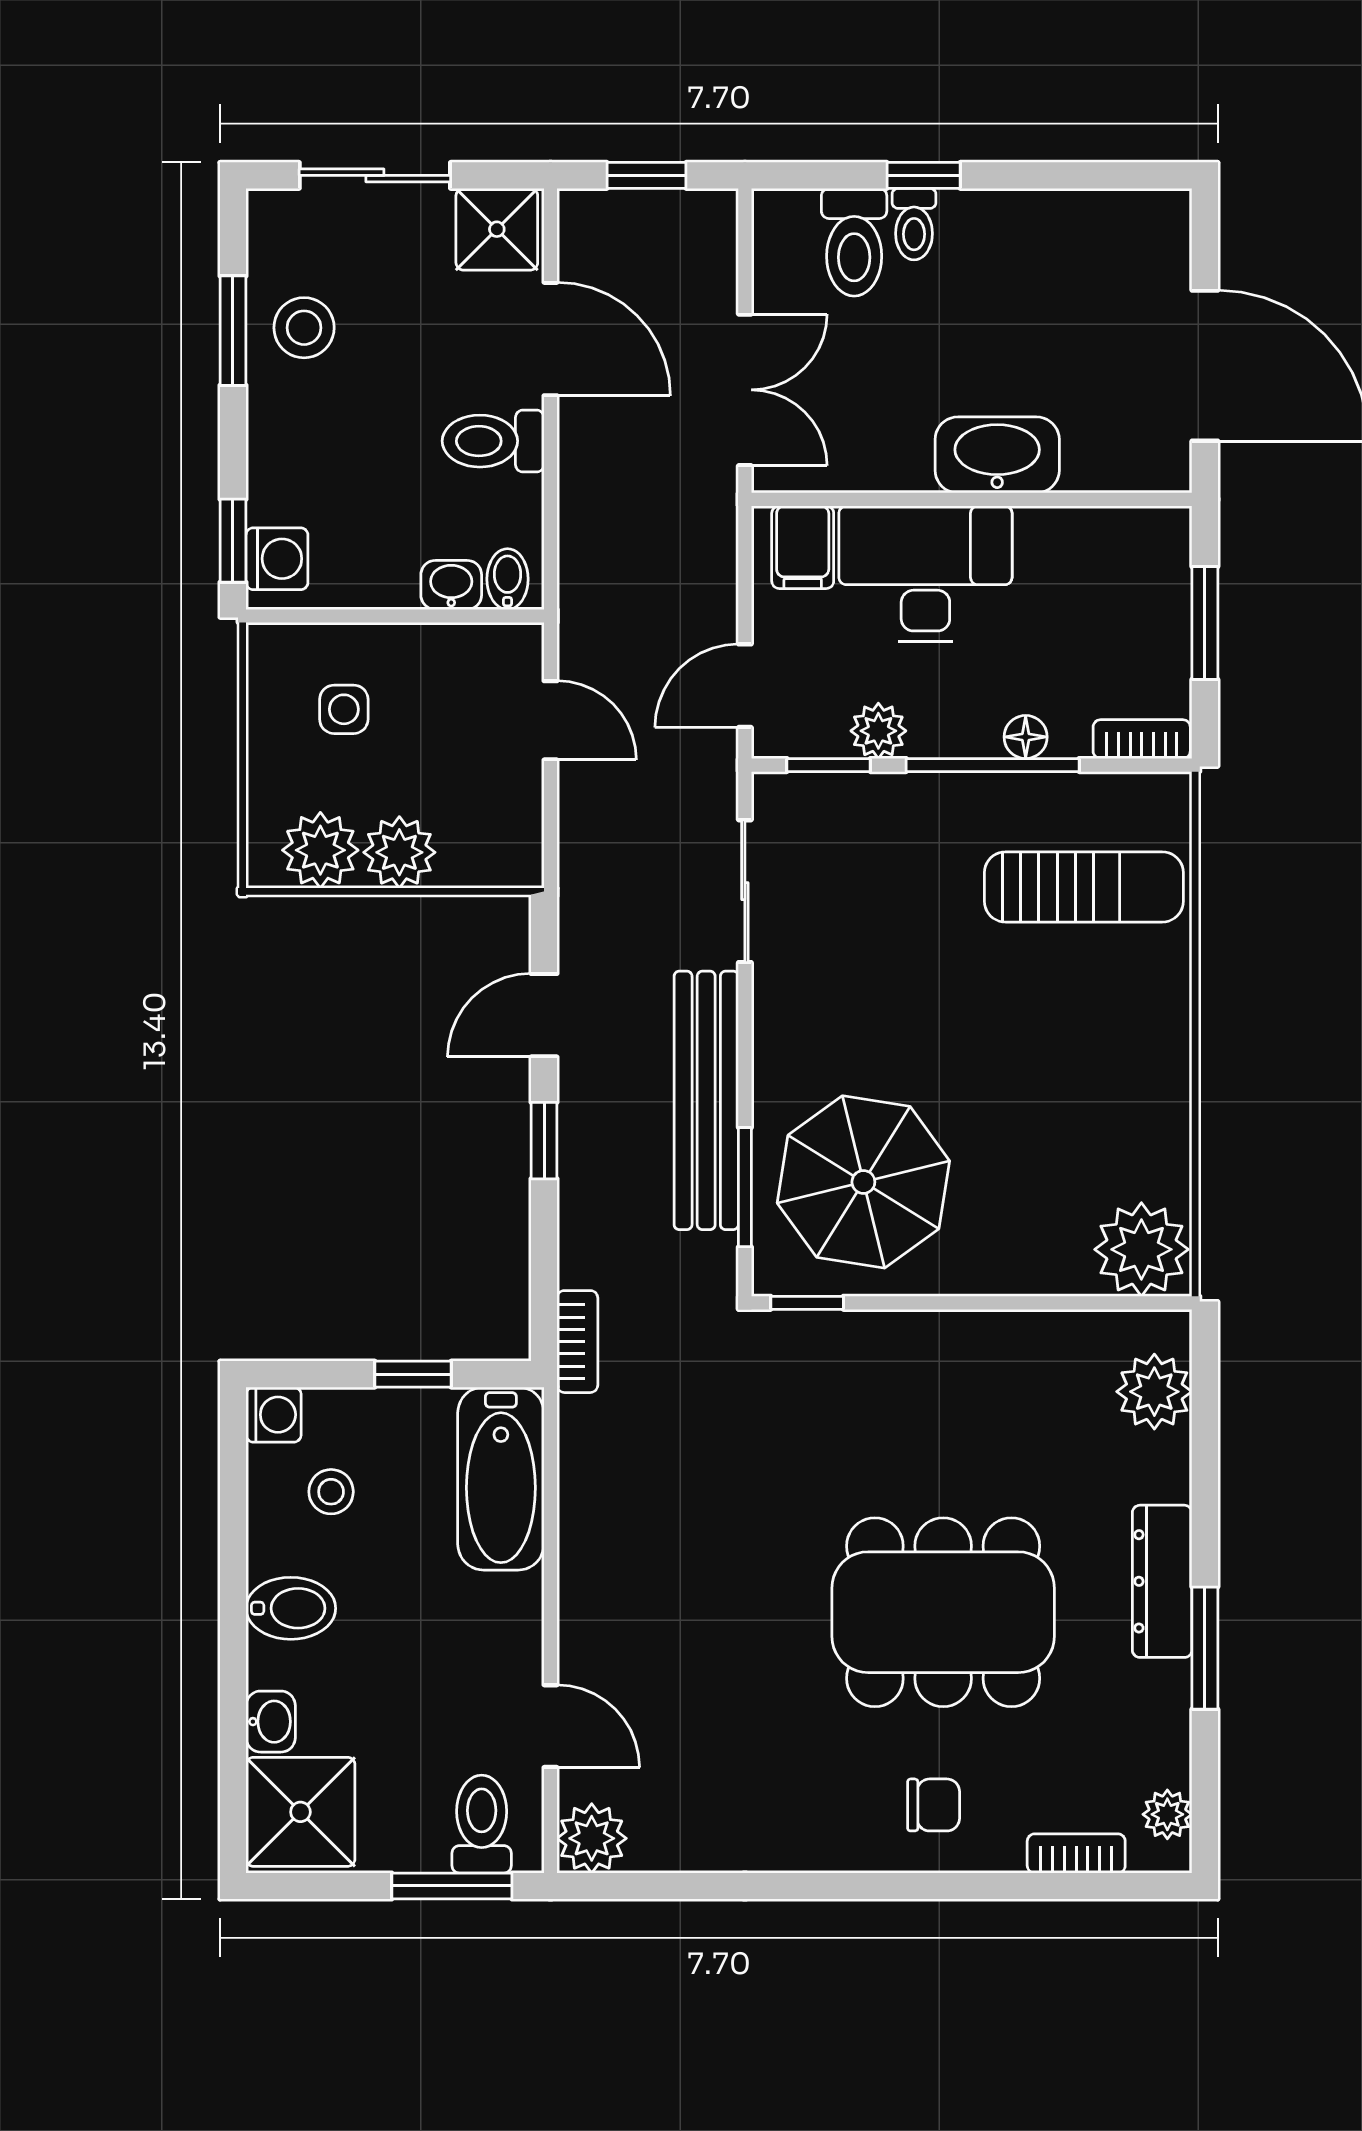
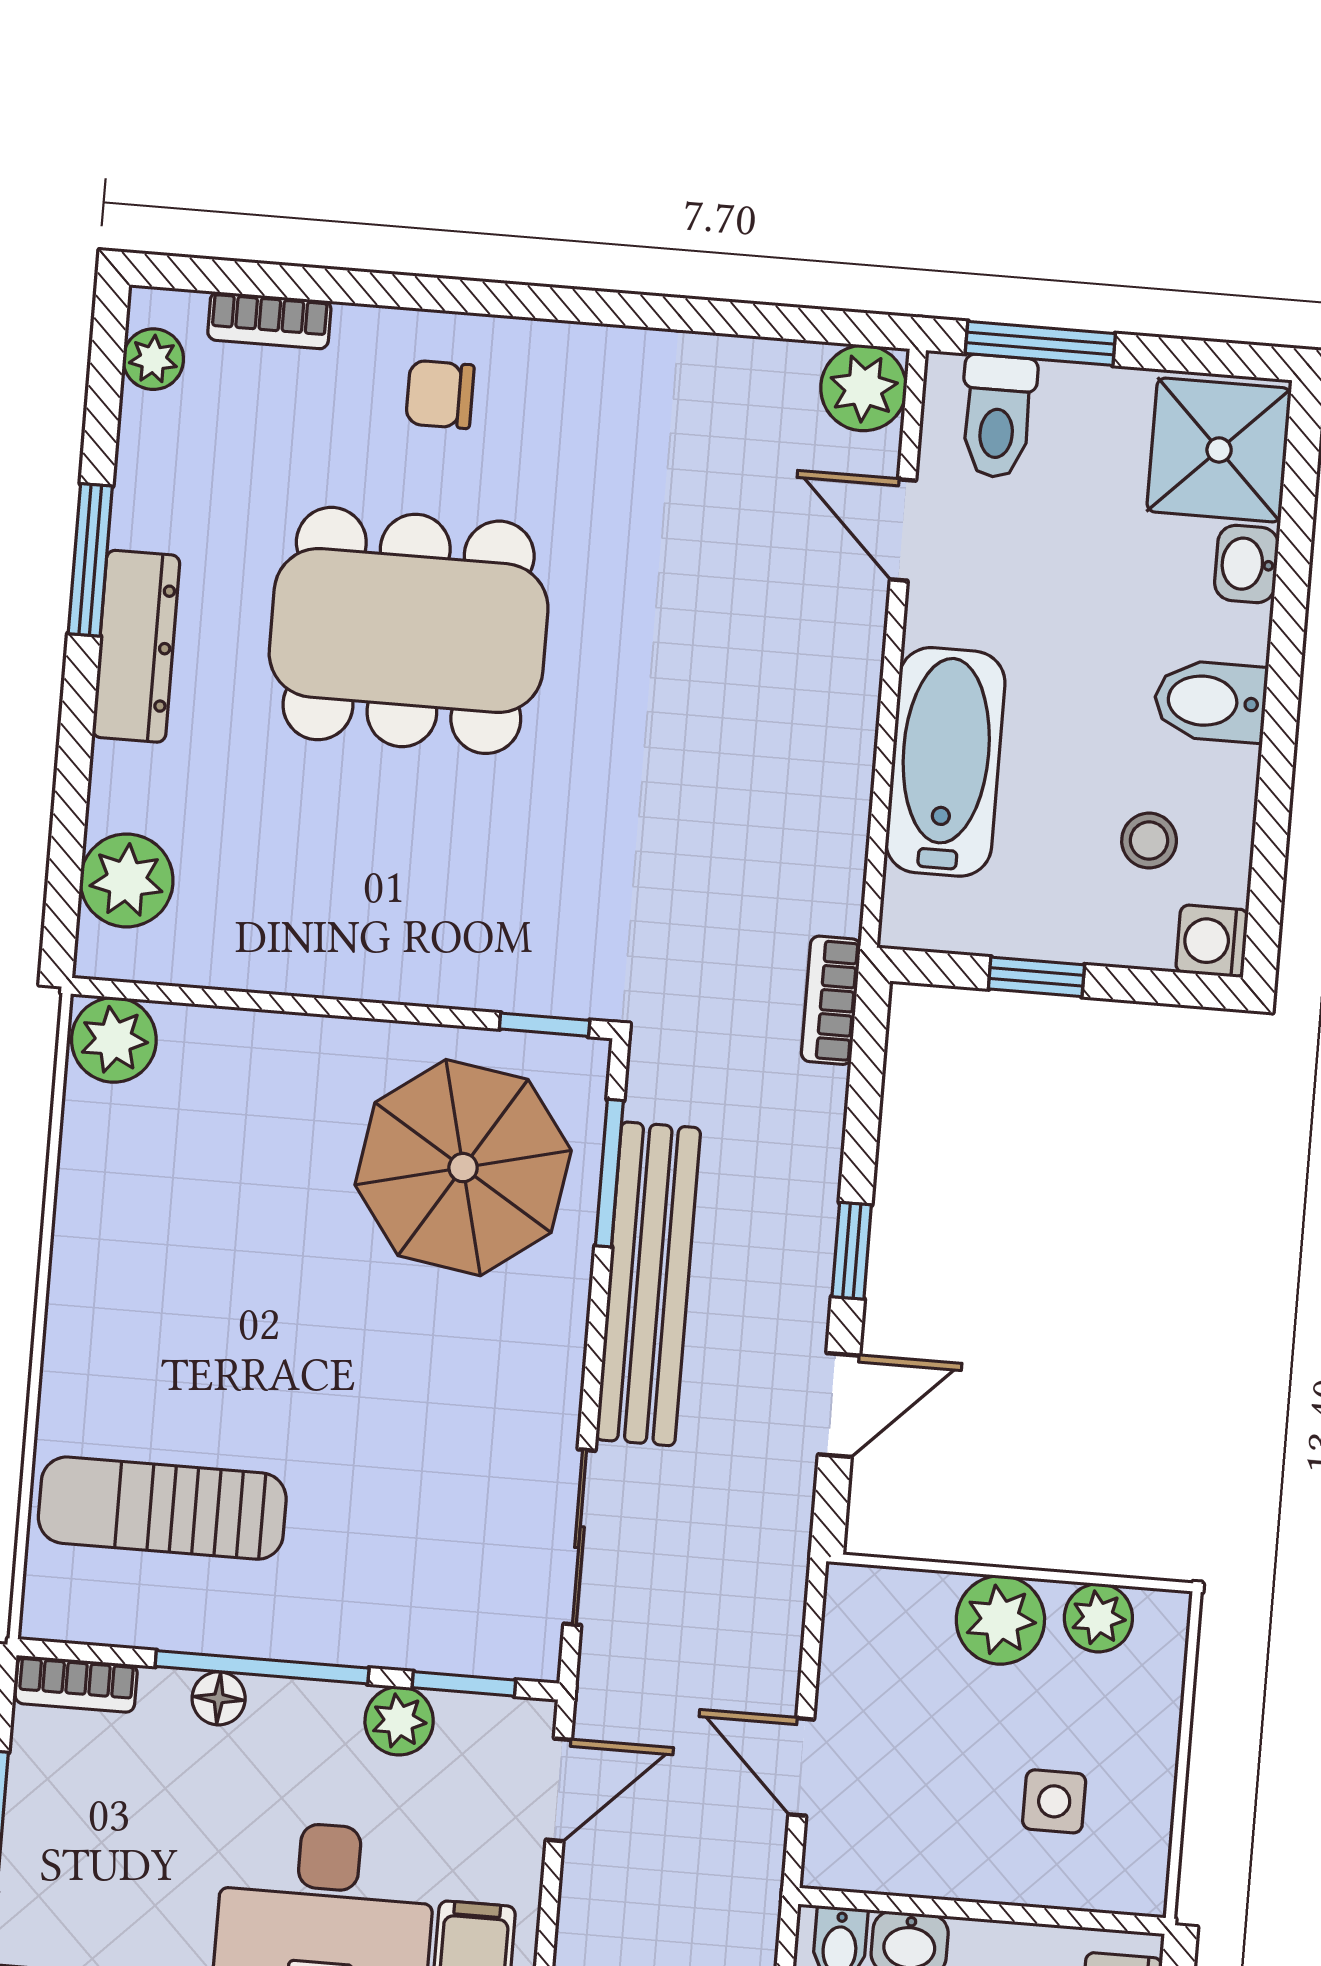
plant: (320, 850) -> (1098, 1618), width x0.73, depth x0.73
plant: (1141, 1249) -> (114, 1040), width x0.73, depth x0.73
bathtub: (501, 1479) -> (945, 762), moved

